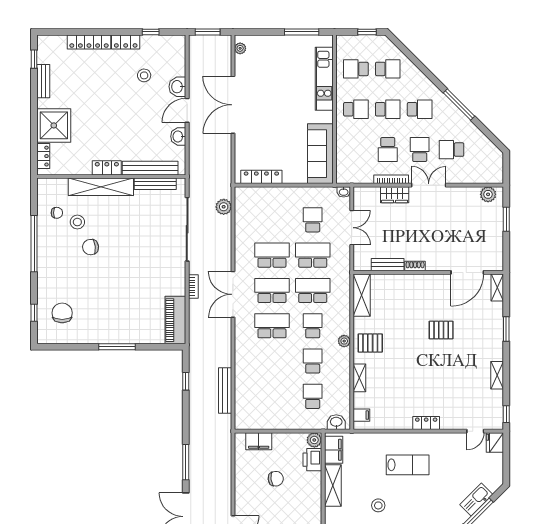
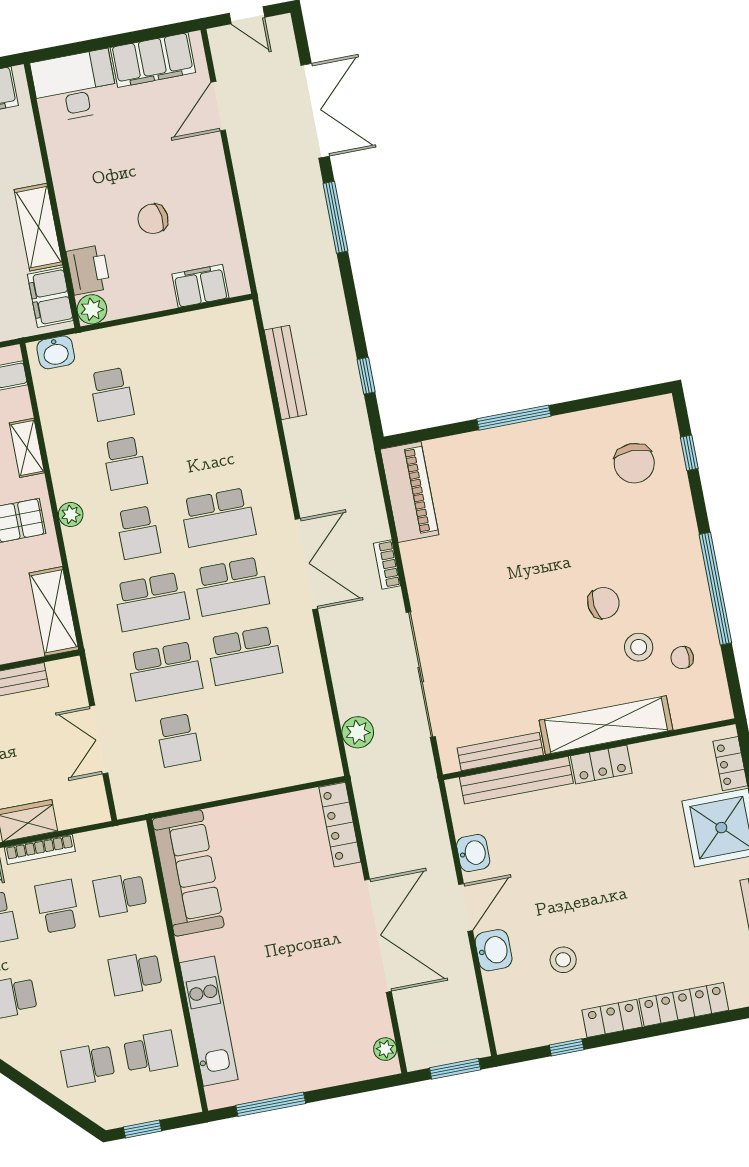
school desk: (388, 109) -> (120, 894), moved
locker: (261, 177) -> (340, 825), moved, turned 90
washbasin: (344, 192) -> (128, 807), removed

